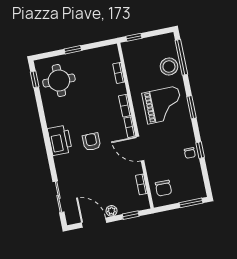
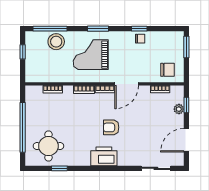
window: (134, 37) -> (23, 52), moved
window: (73, 50) -> (23, 127), width x3.17
window: (35, 79) -> (59, 168), moved
grand piano: (163, 105) -> (91, 55), turned -90
plant: (111, 211) -> (179, 109), moved

